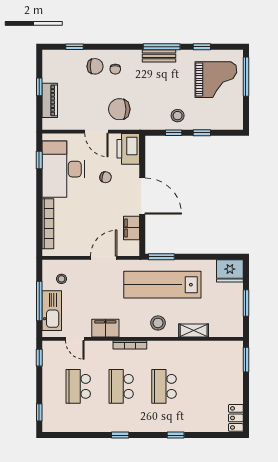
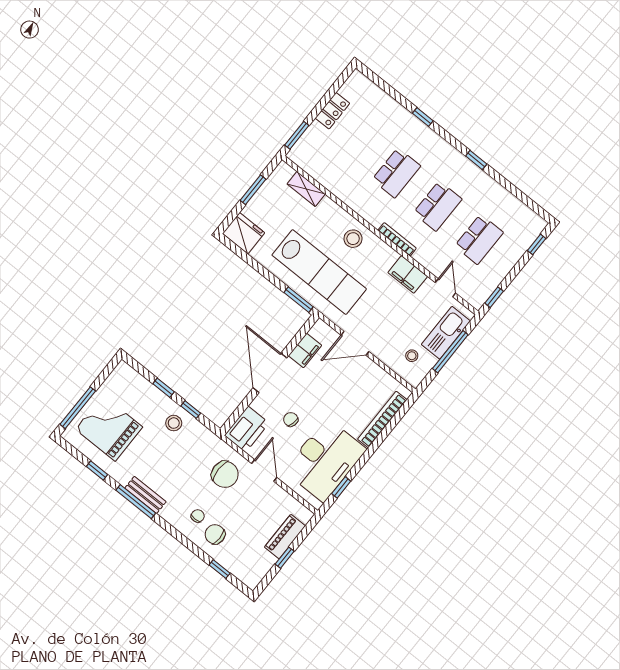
shelving: (194, 330) -> (306, 189), moved
locker: (236, 418) -> (332, 111), moved

